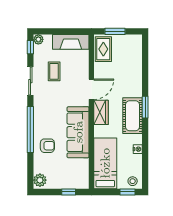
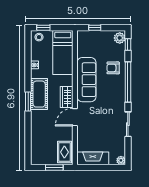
window: (30, 47) -> (128, 44), moved
coffee table: (54, 71) -> (107, 133), removed

